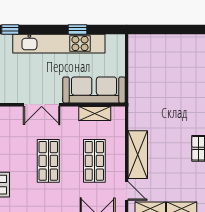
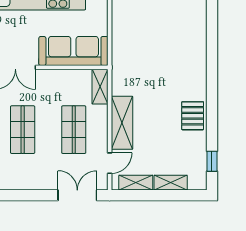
shelving: (95, 113) -> (100, 87), moved, turned 90
door: (127, 191) -> (110, 163), hinge flipped

